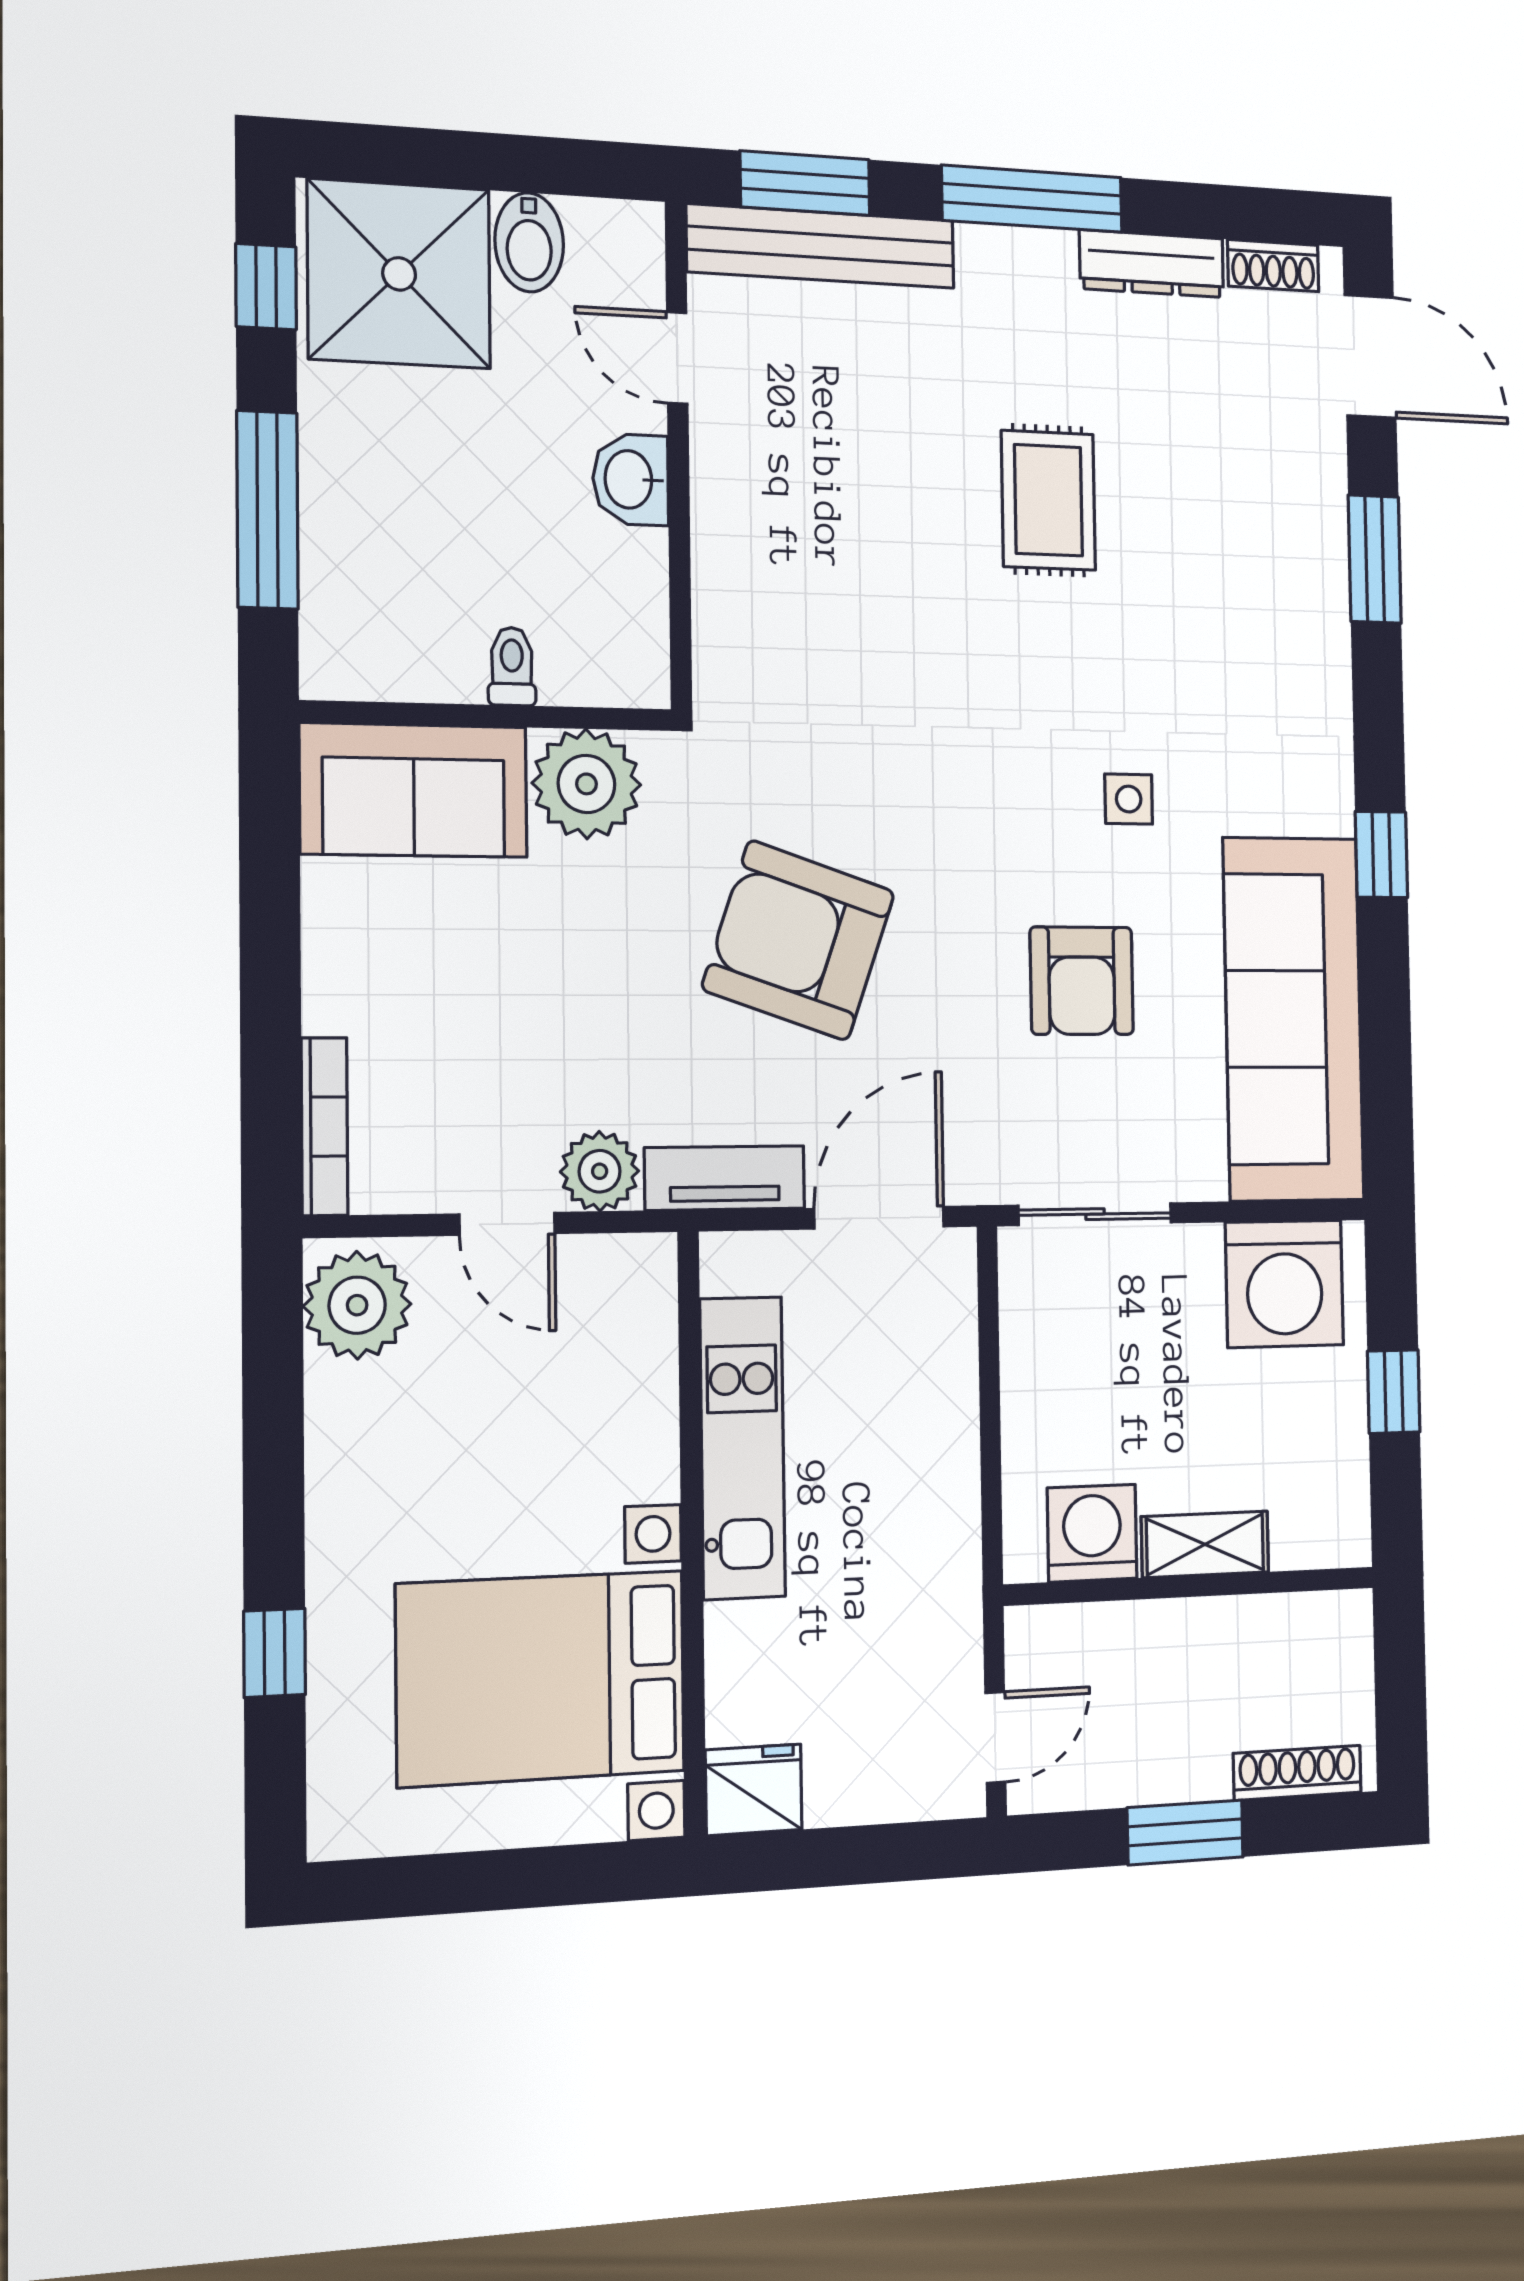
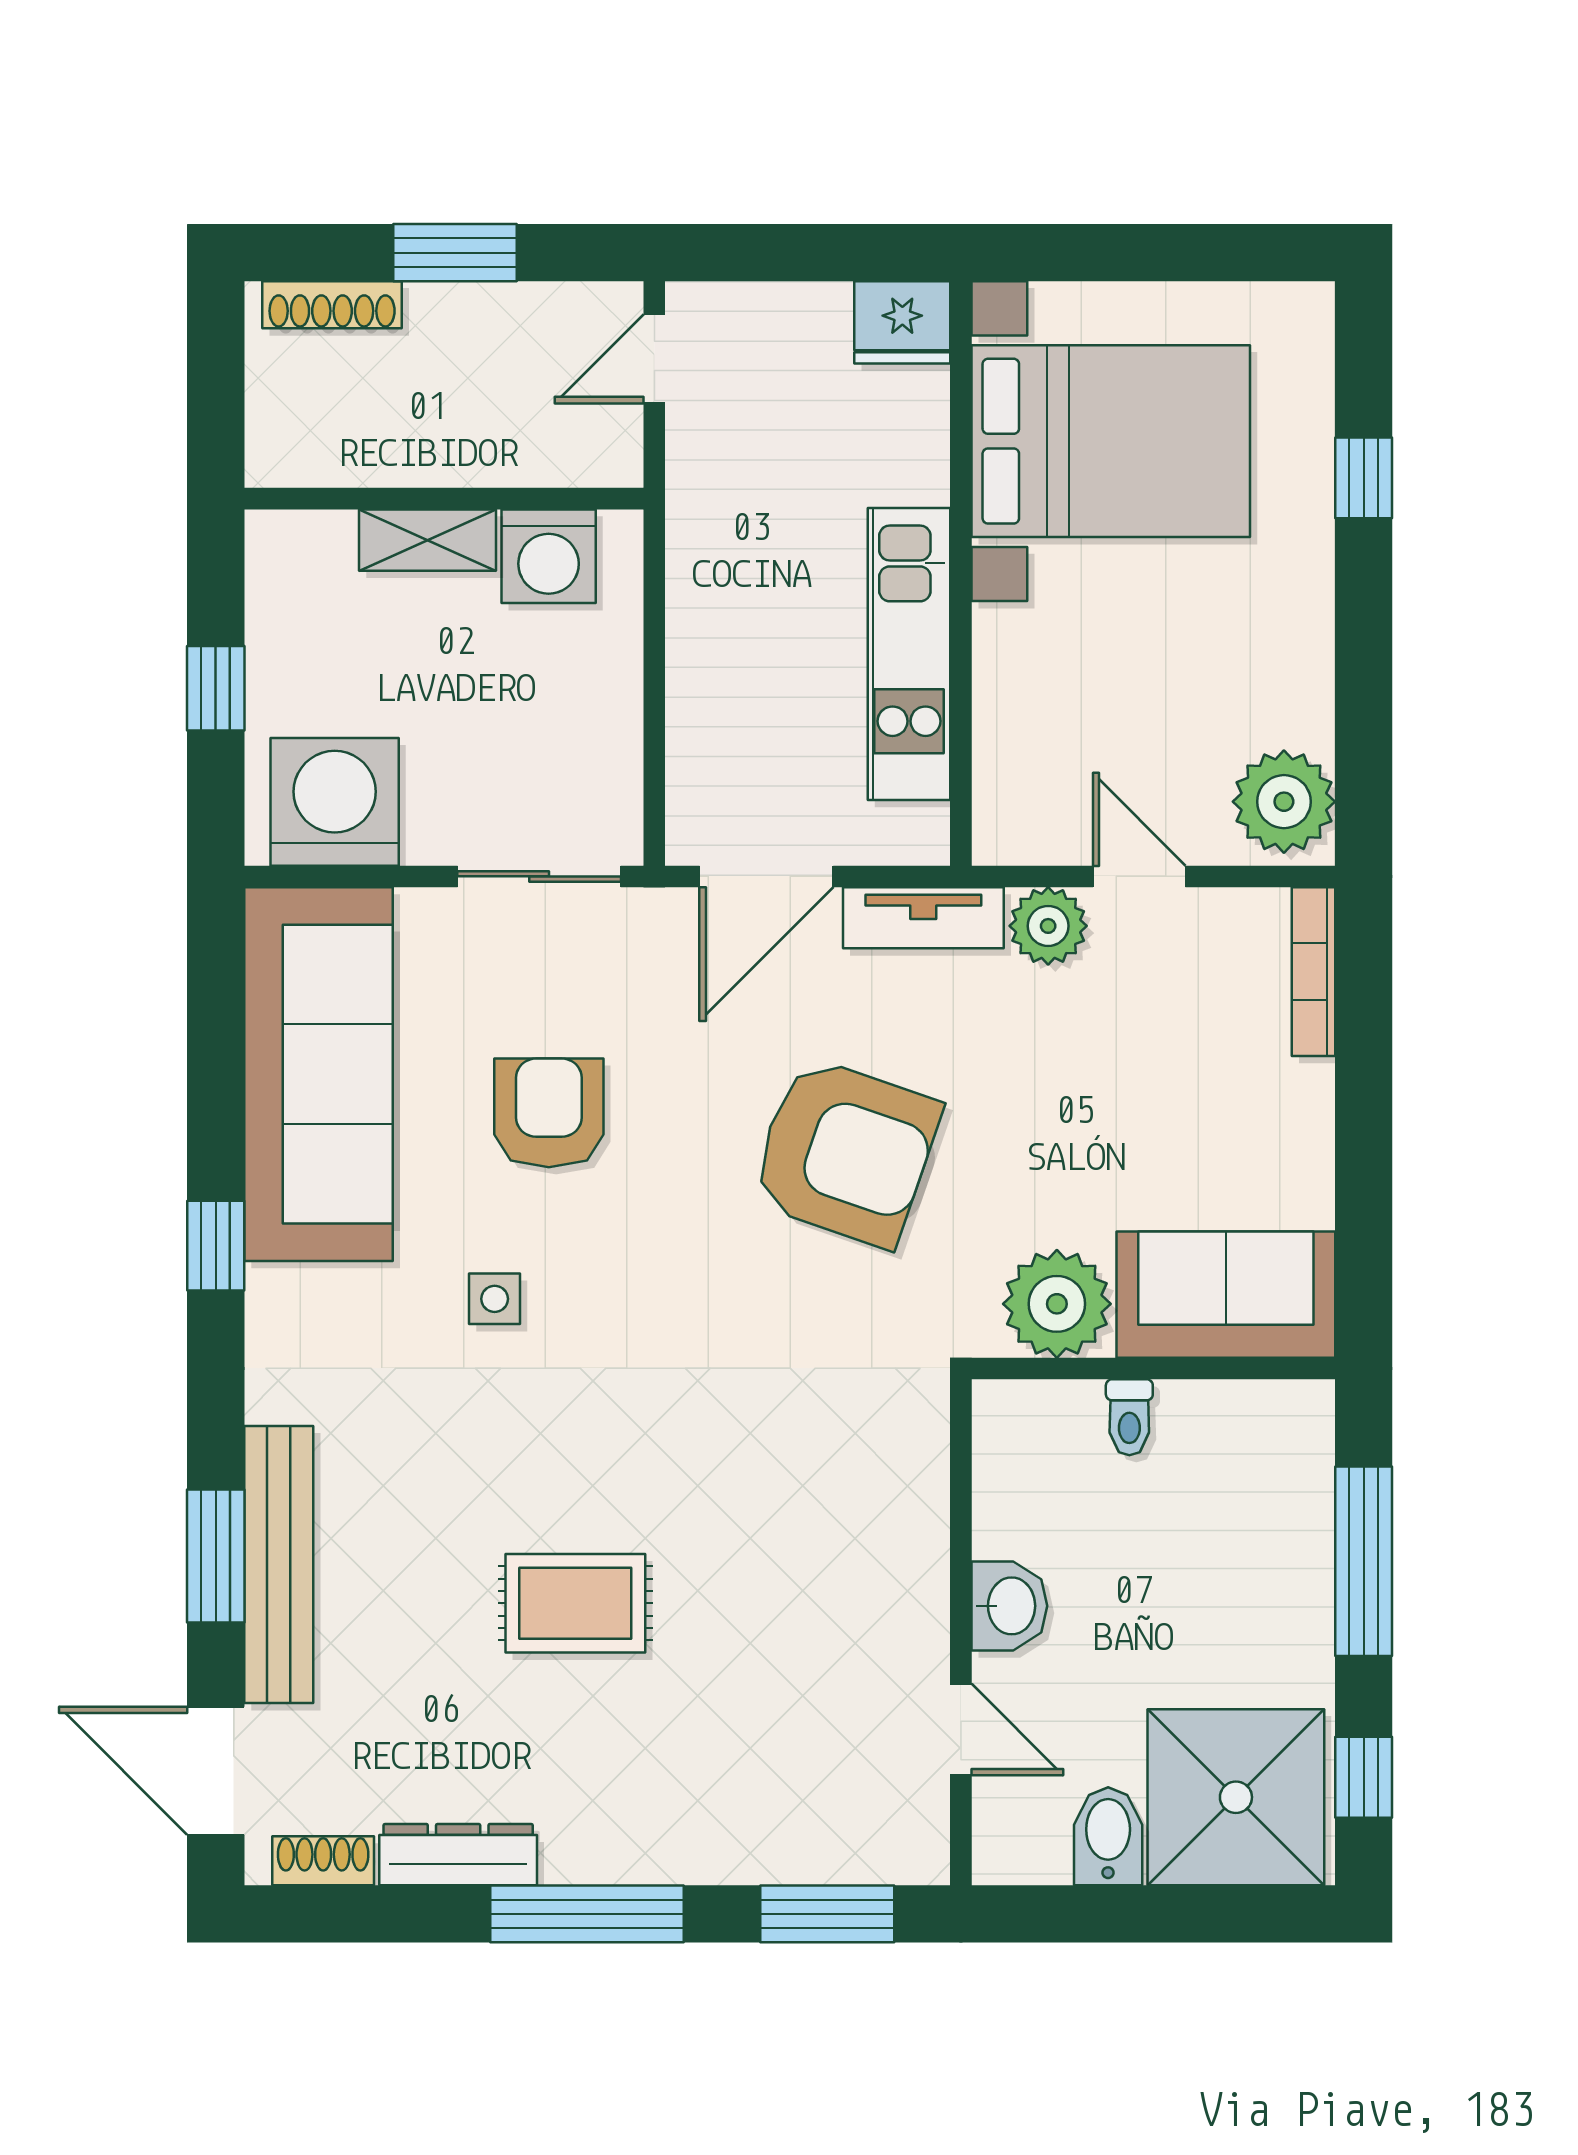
bench: (821, 246) -> (279, 1565), moved, turned 90
rug: (1048, 500) -> (575, 1603), turned 90

